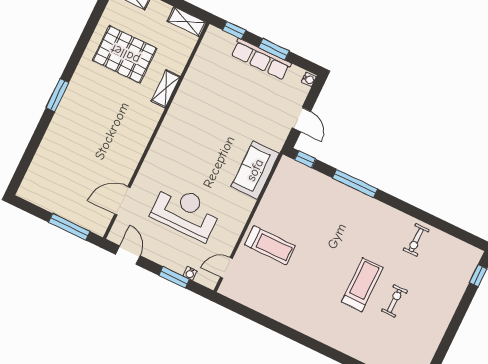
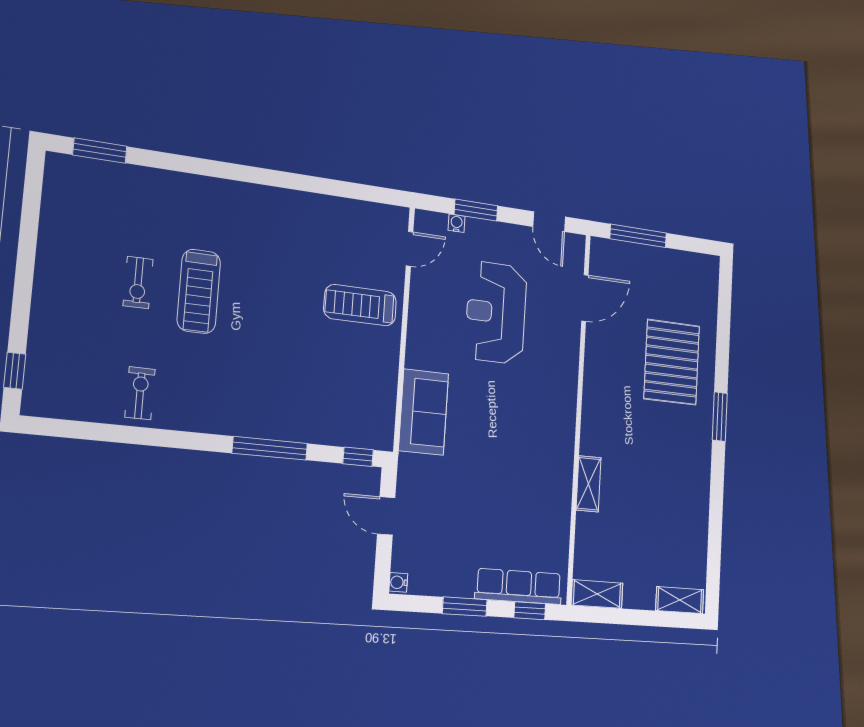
pallet: (125, 54) -> (672, 362), moved, turned 90
row of seats: (261, 59) -> (519, 586), moved
reception desk: (186, 212) -> (496, 313), turned 90

